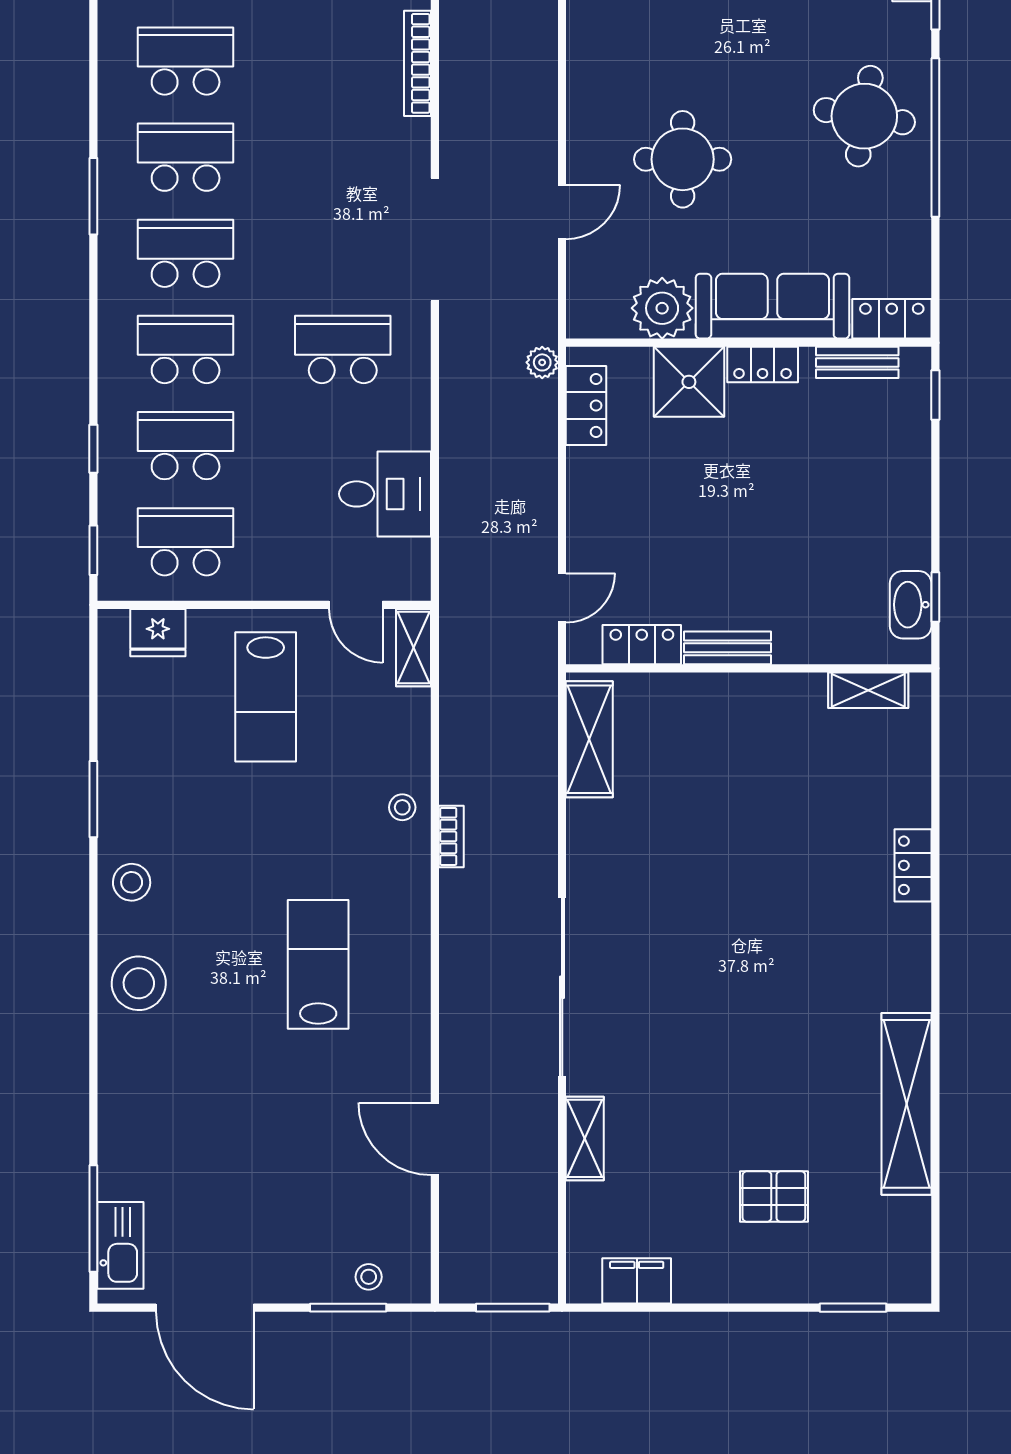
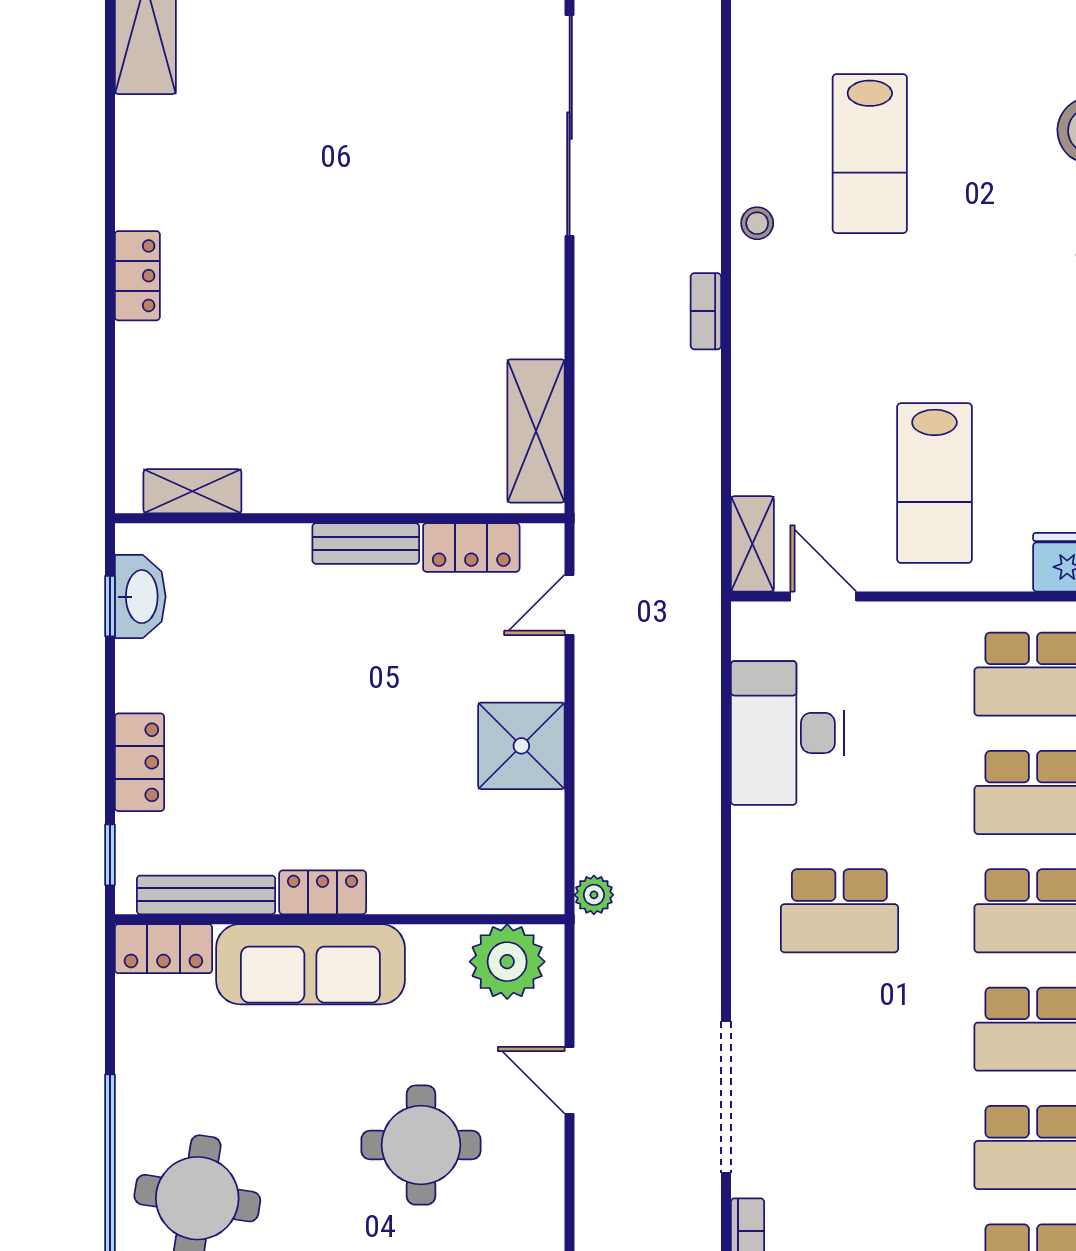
door: (562, 212) -> (570, 1080), hinge flipped
doorway: (435, 240) -> (726, 1097), moved
plant: (662, 308) -> (507, 962), moved
bench: (857, 362) -> (206, 895), width x1.36
shower: (689, 382) -> (521, 746), moved
locker: (586, 405) -> (139, 762), moved, turned 180
desk: (385, 494) -> (787, 733), width x1.37
lab bench: (266, 697) -> (934, 483), turned 180
stool: (402, 807) -> (757, 223), moved

